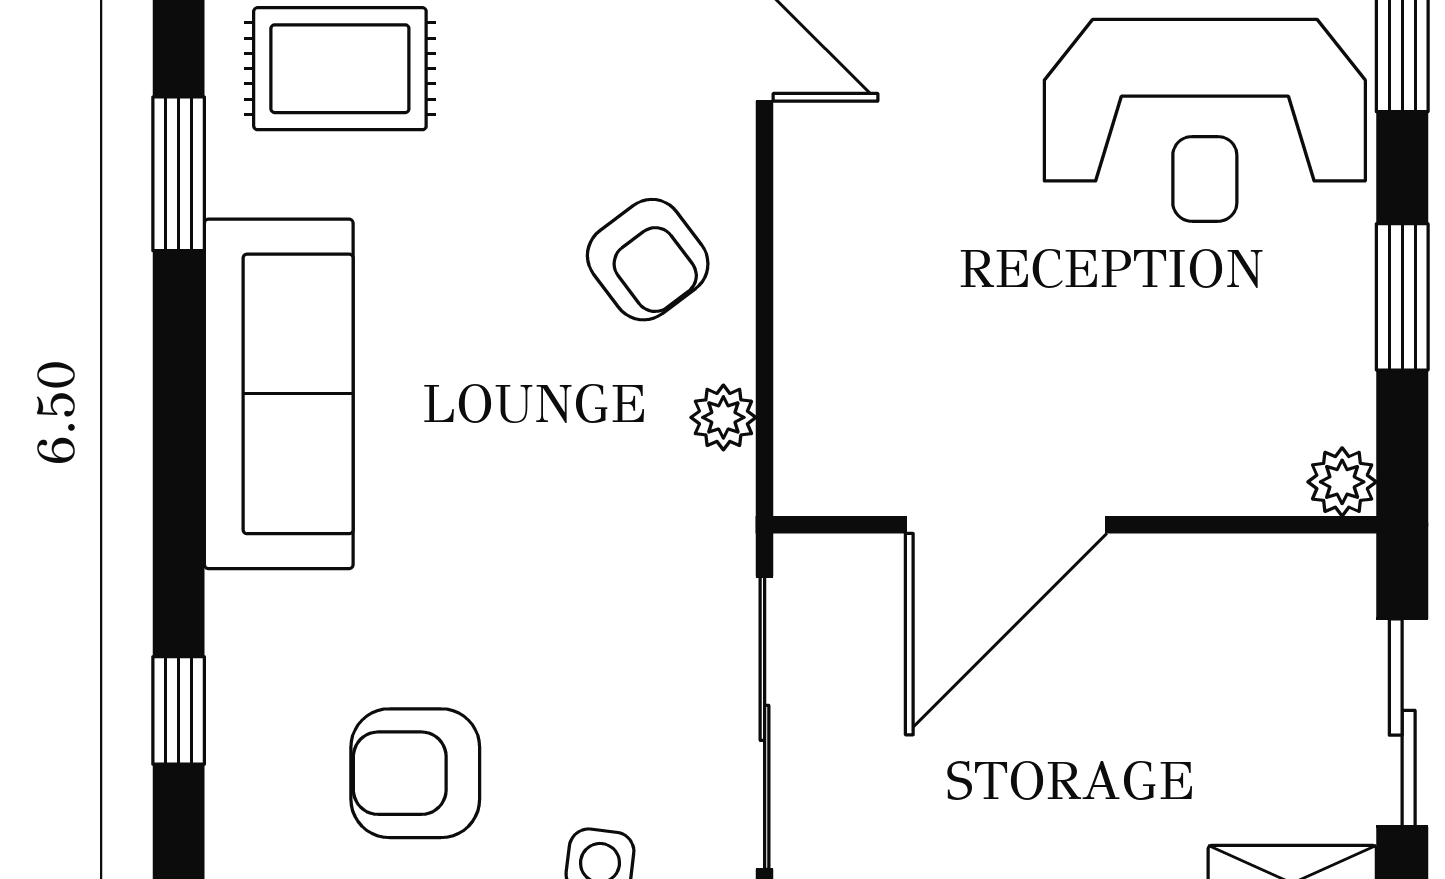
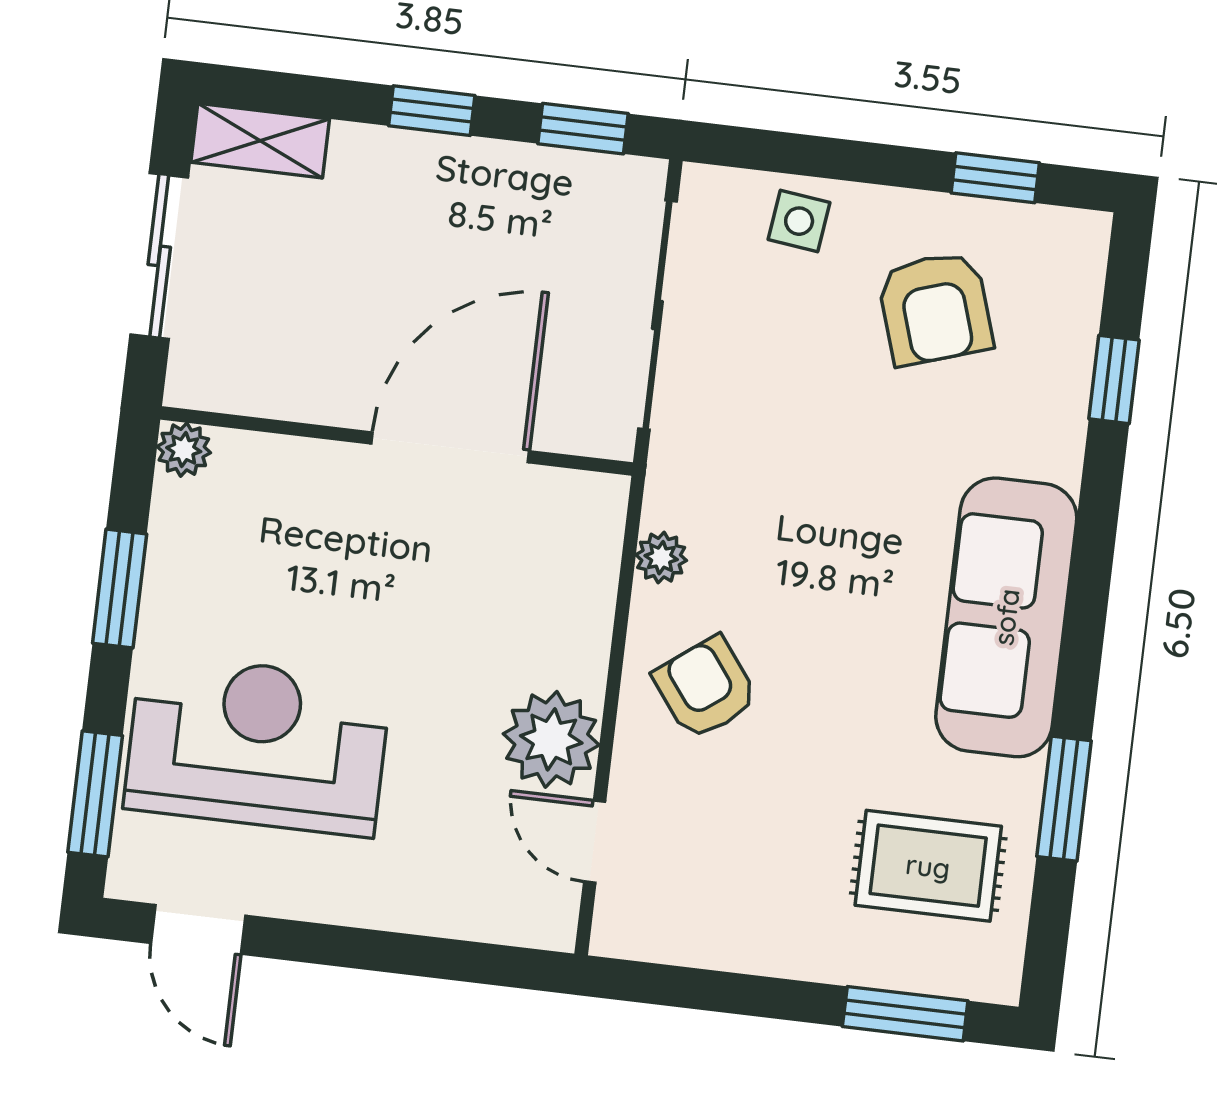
plant: (835, 171) -> (551, 739), added
armchair: (415, 773) -> (935, 308), turned 72

